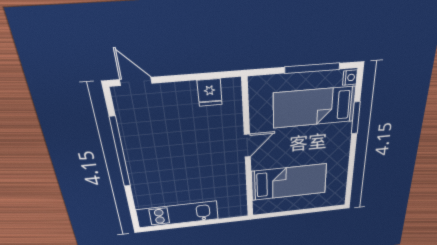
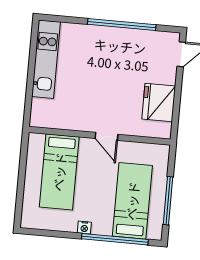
nightstand: (350, 78) -> (84, 228), moved
fridge: (210, 93) -> (159, 103), width x1.88, depth x1.34
window: (356, 118) -> (115, 239), width x2.11

